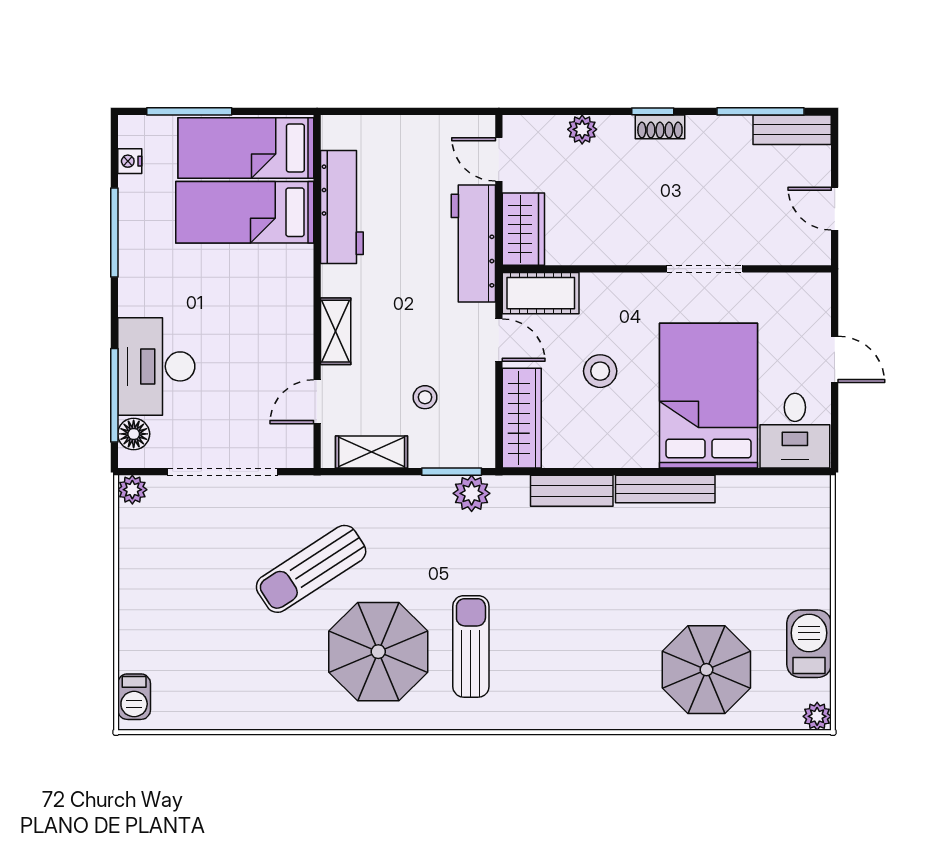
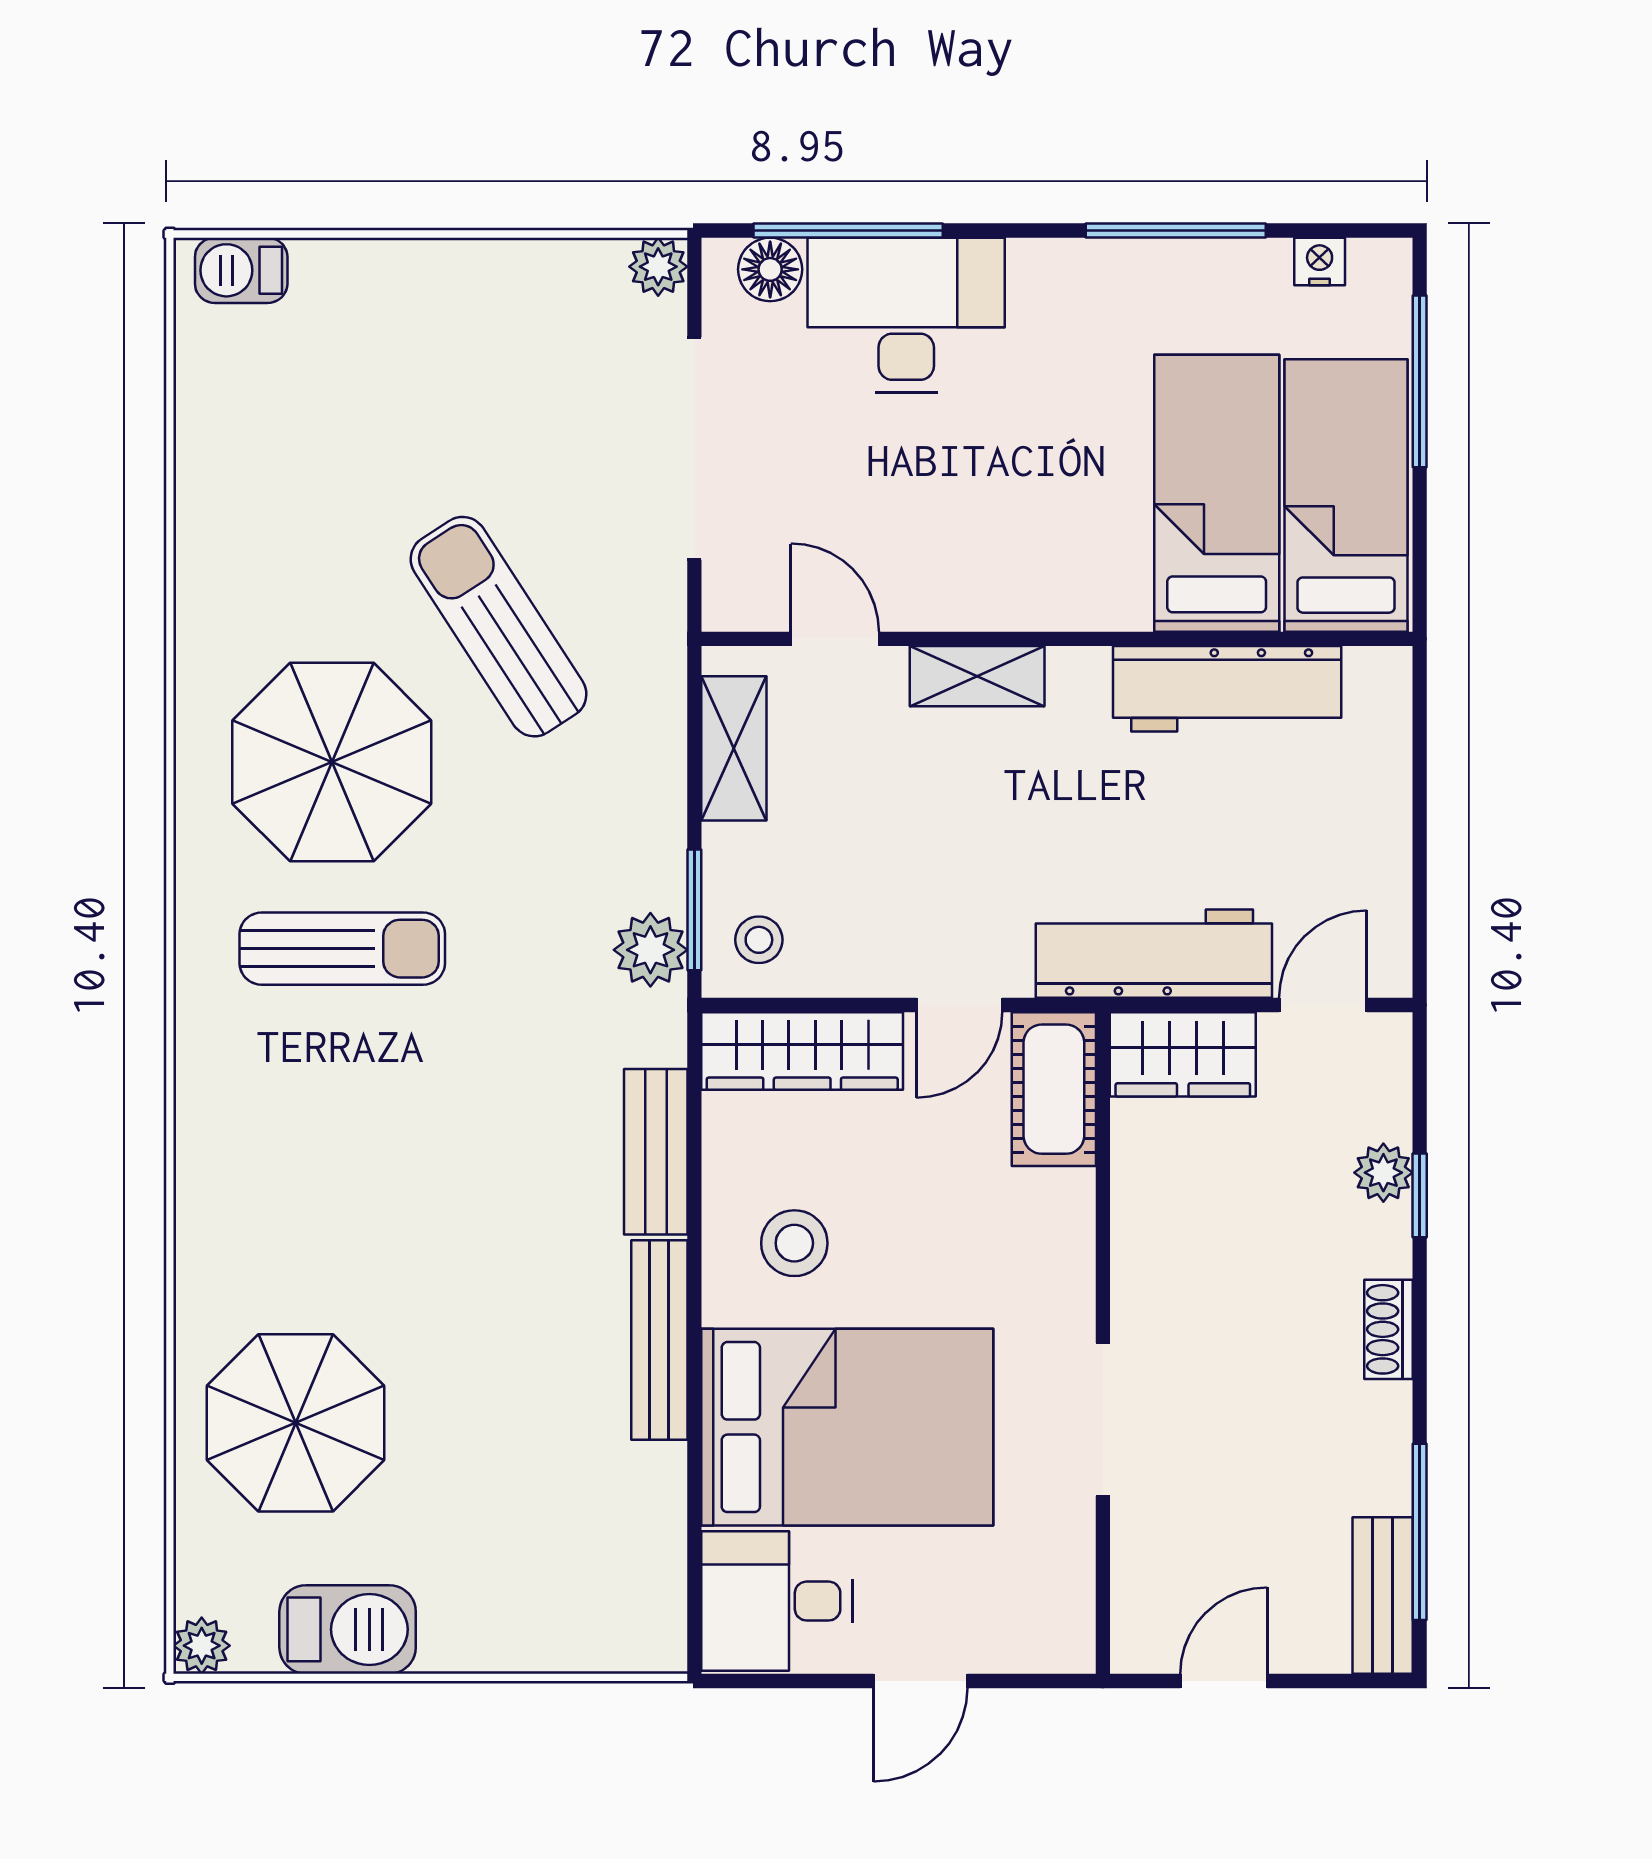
window: (653, 111) -> (1420, 1195), moved
stool: (600, 371) -> (794, 1243), moved
stool: (425, 397) -> (759, 940), moved

